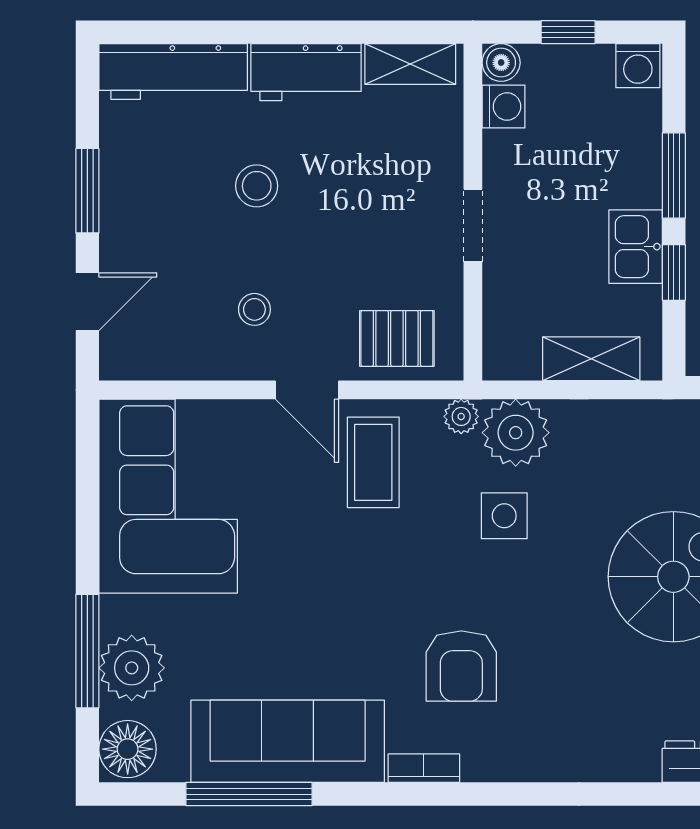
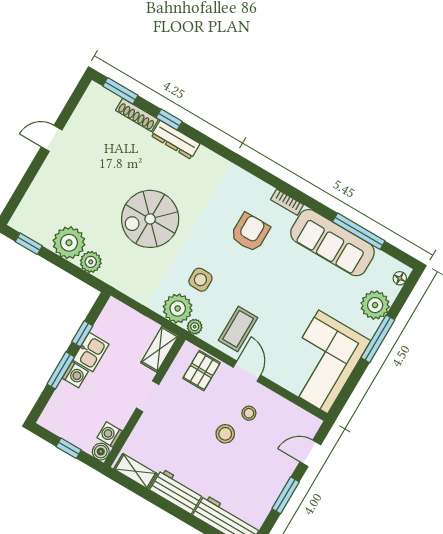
washing machine: (638, 66) -> (75, 375), moved, turned 90
stool: (257, 186) -> (225, 434), moved
pallet: (397, 338) -> (202, 371), turned 90
shelving: (591, 359) -> (160, 349), moved, turned 90
window: (87, 651) -> (378, 339), moved
floor lamp: (128, 749) -> (400, 278), width x0.53, depth x0.53

